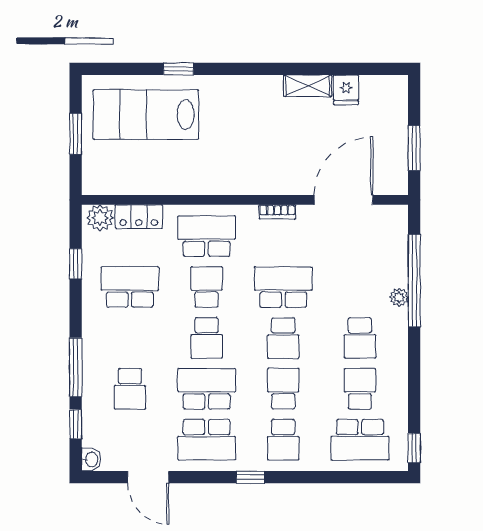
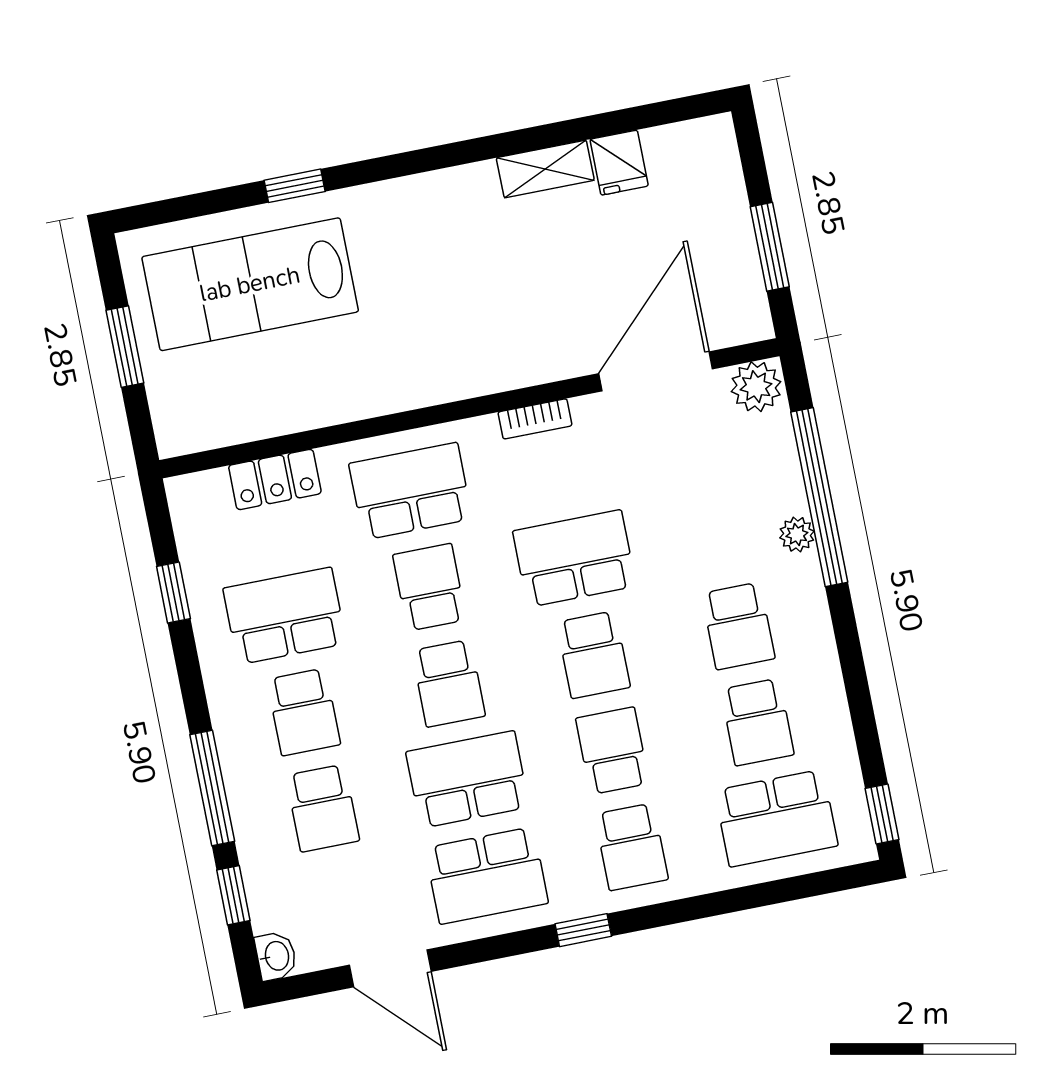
plant: (100, 218) -> (756, 387), moved
school desk: (130, 338) -> (304, 712), added
school desk: (360, 389) -> (757, 722), turned 180

